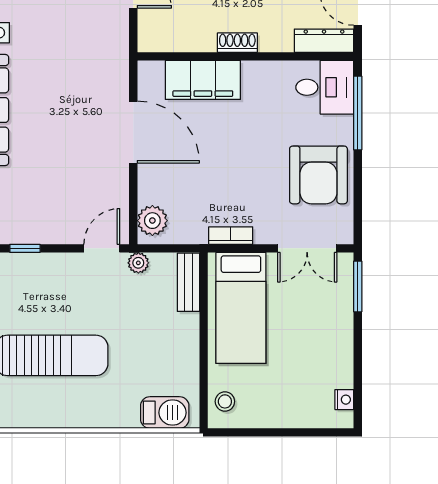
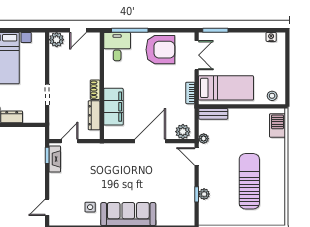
dresser: (324, 41) -> (94, 115), moved
door: (133, 132) -> (150, 141), moved
plant: (26, 264) -> (204, 194), added

